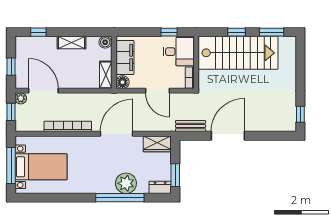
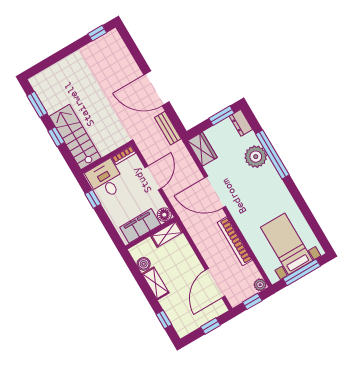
boiler: (105, 42) -> (144, 264), moved
stairs: (238, 53) -> (75, 137), width x0.73, depth x0.66
plant: (21, 98) -> (260, 285), moved

